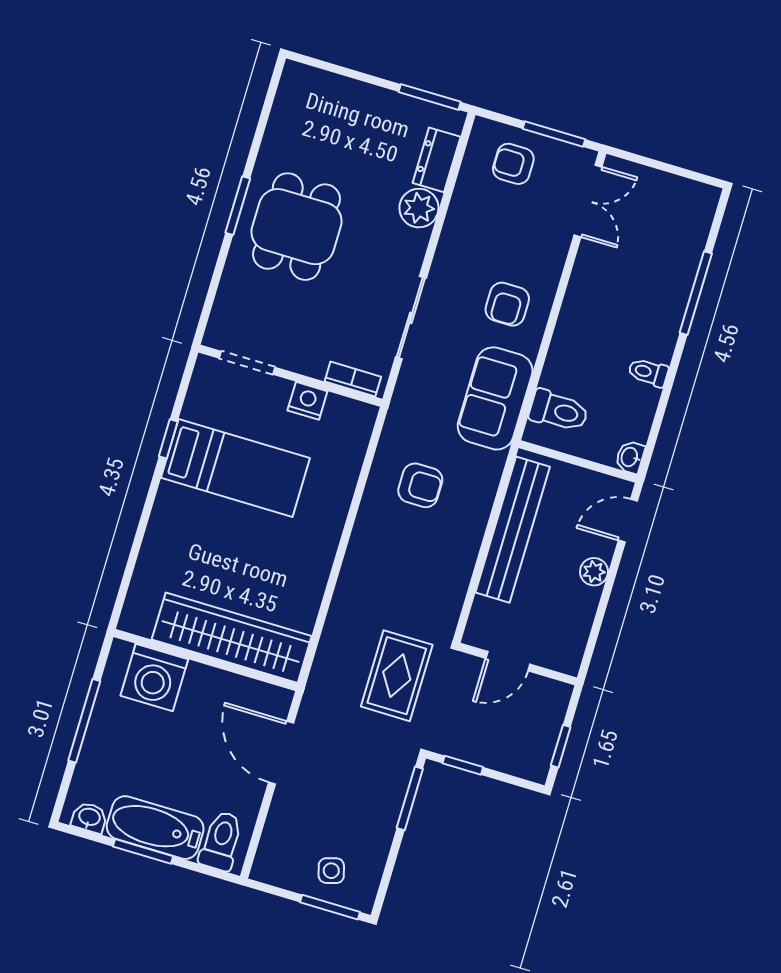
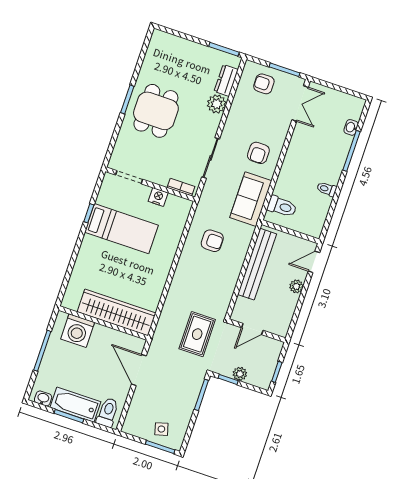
washbasin: (630, 457) -> (351, 127), moved
plant: (486, 753) -> (240, 374), added

